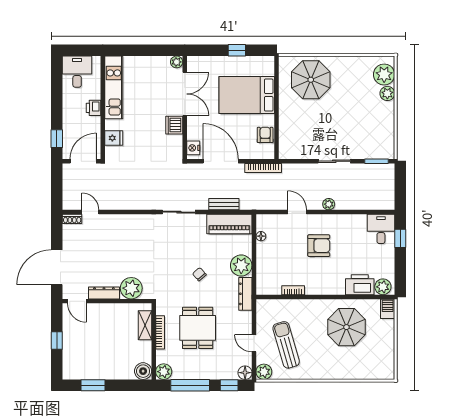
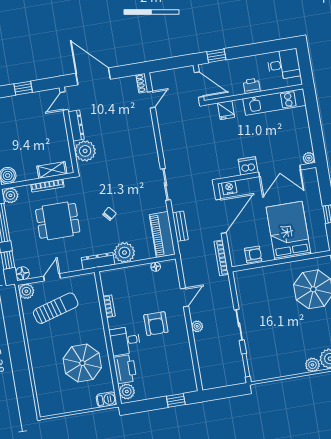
desk: (381, 229) -> (125, 341), moved, turned 180

